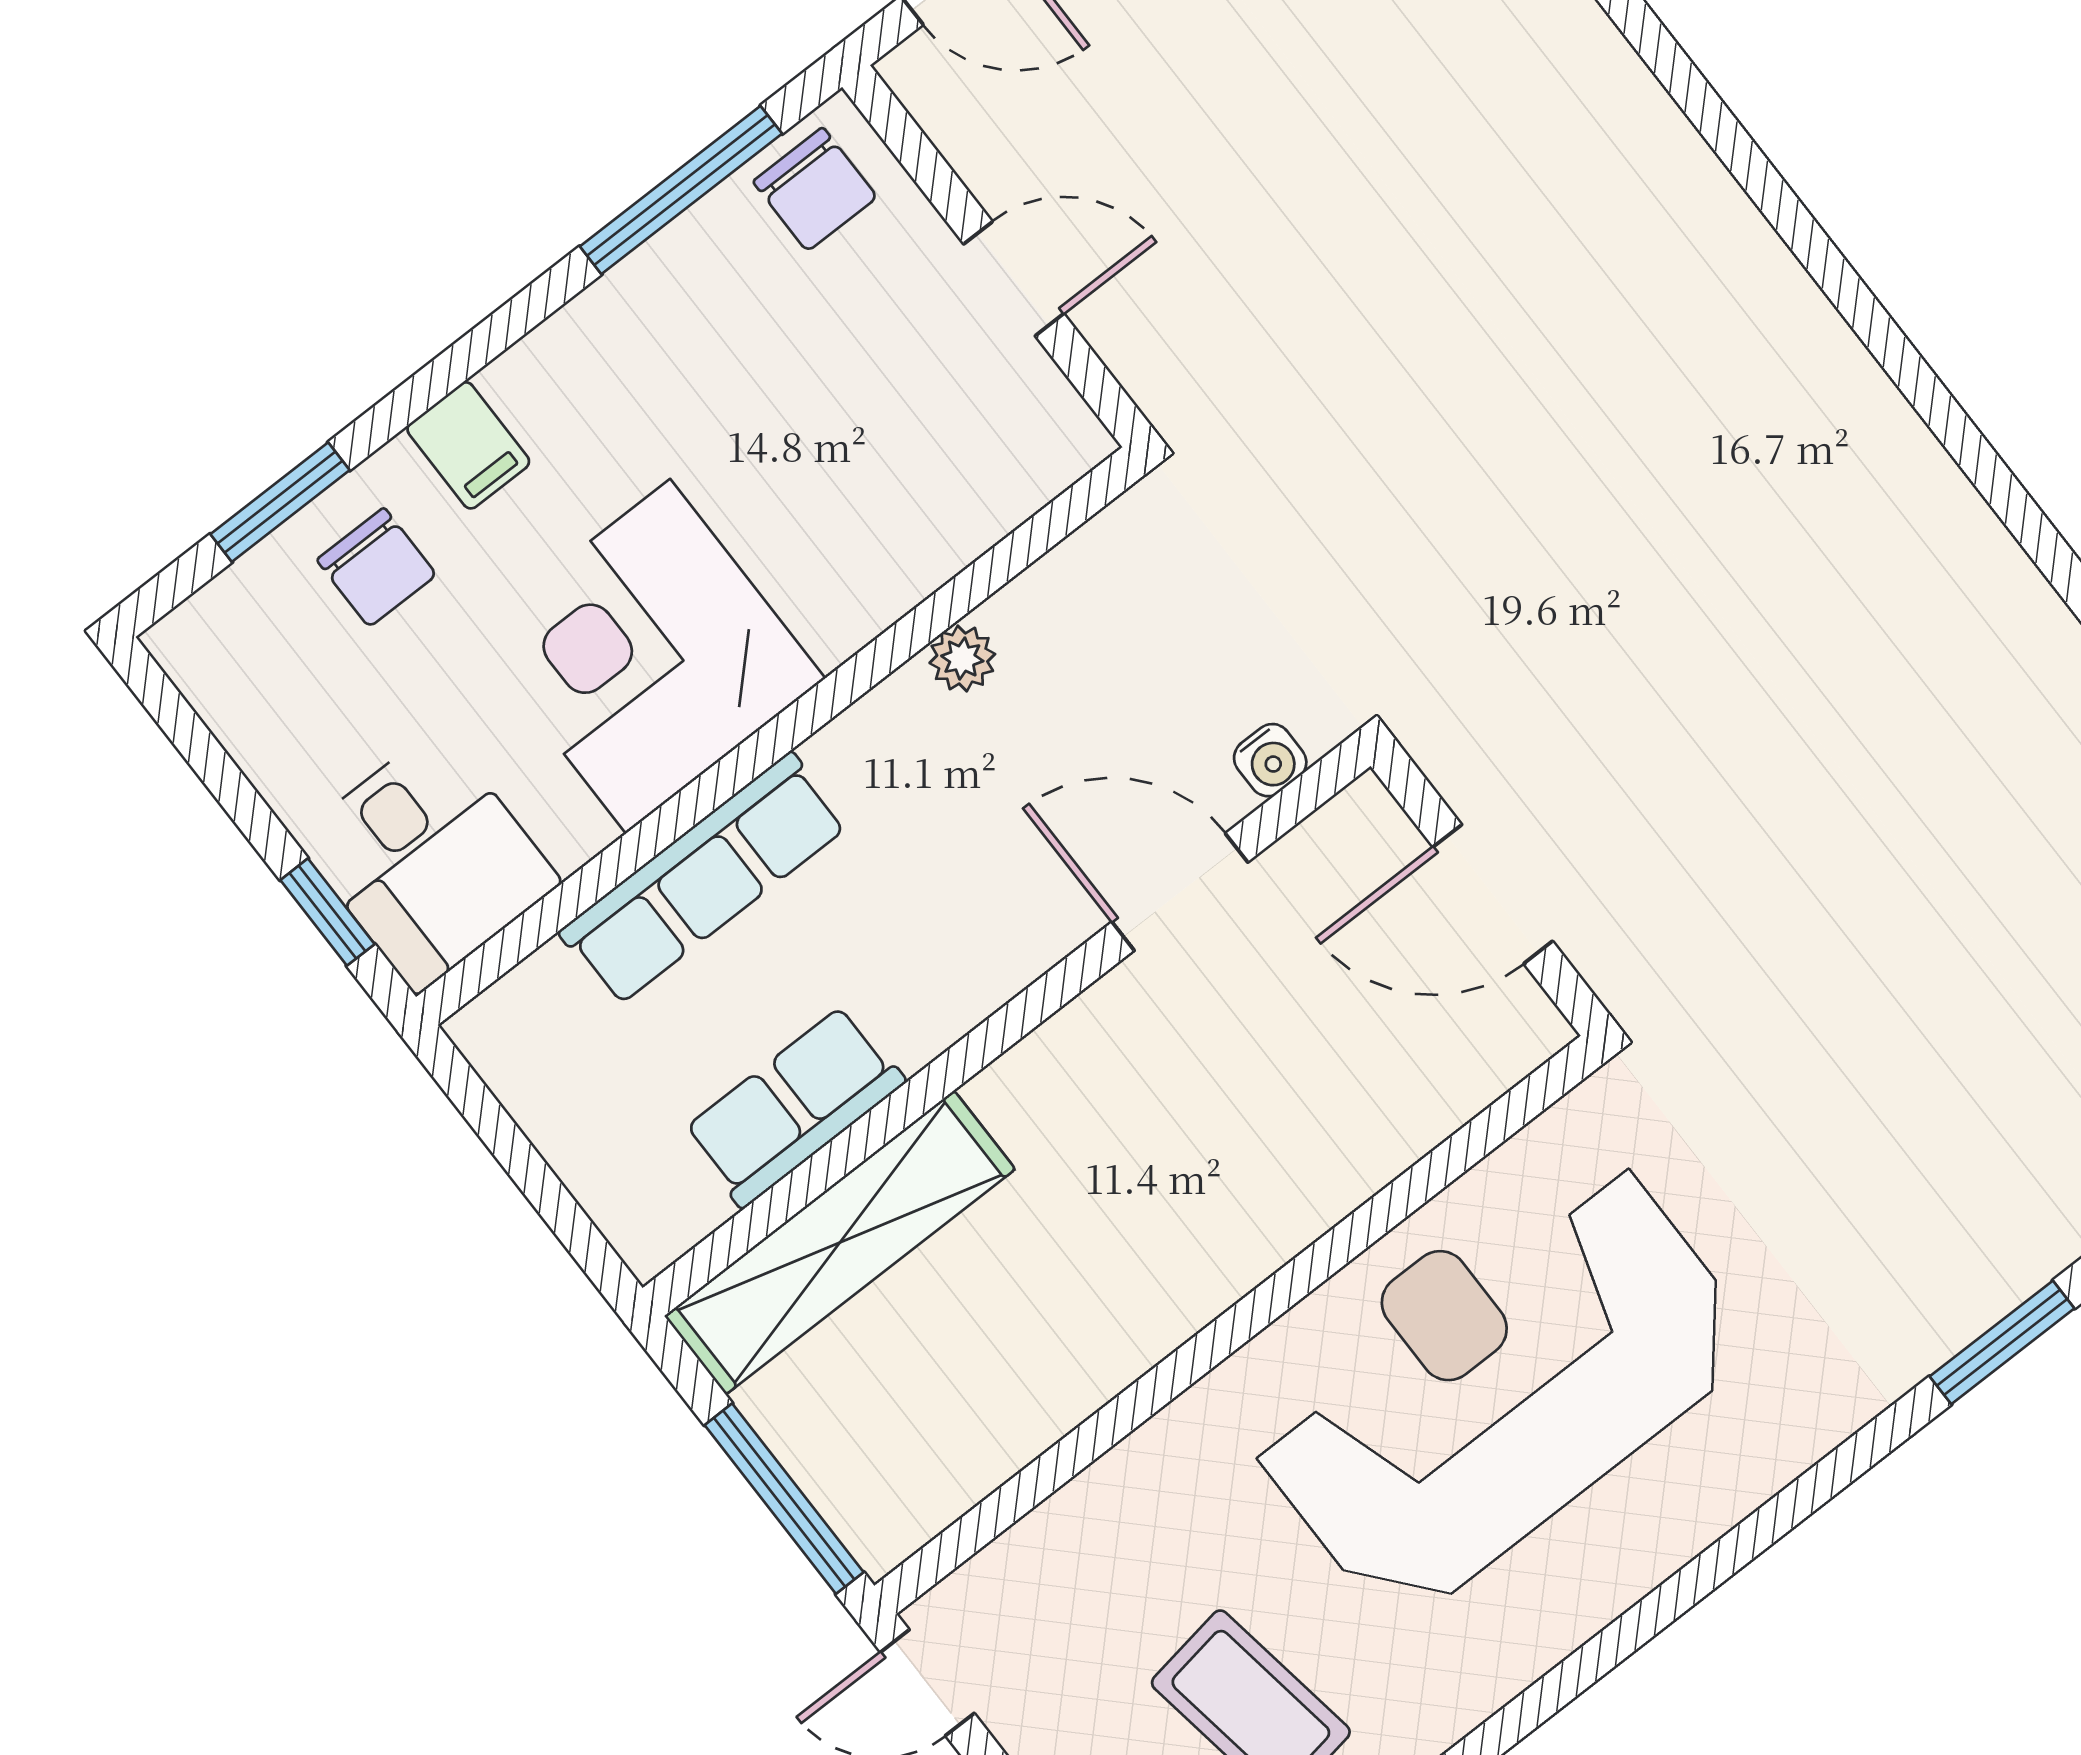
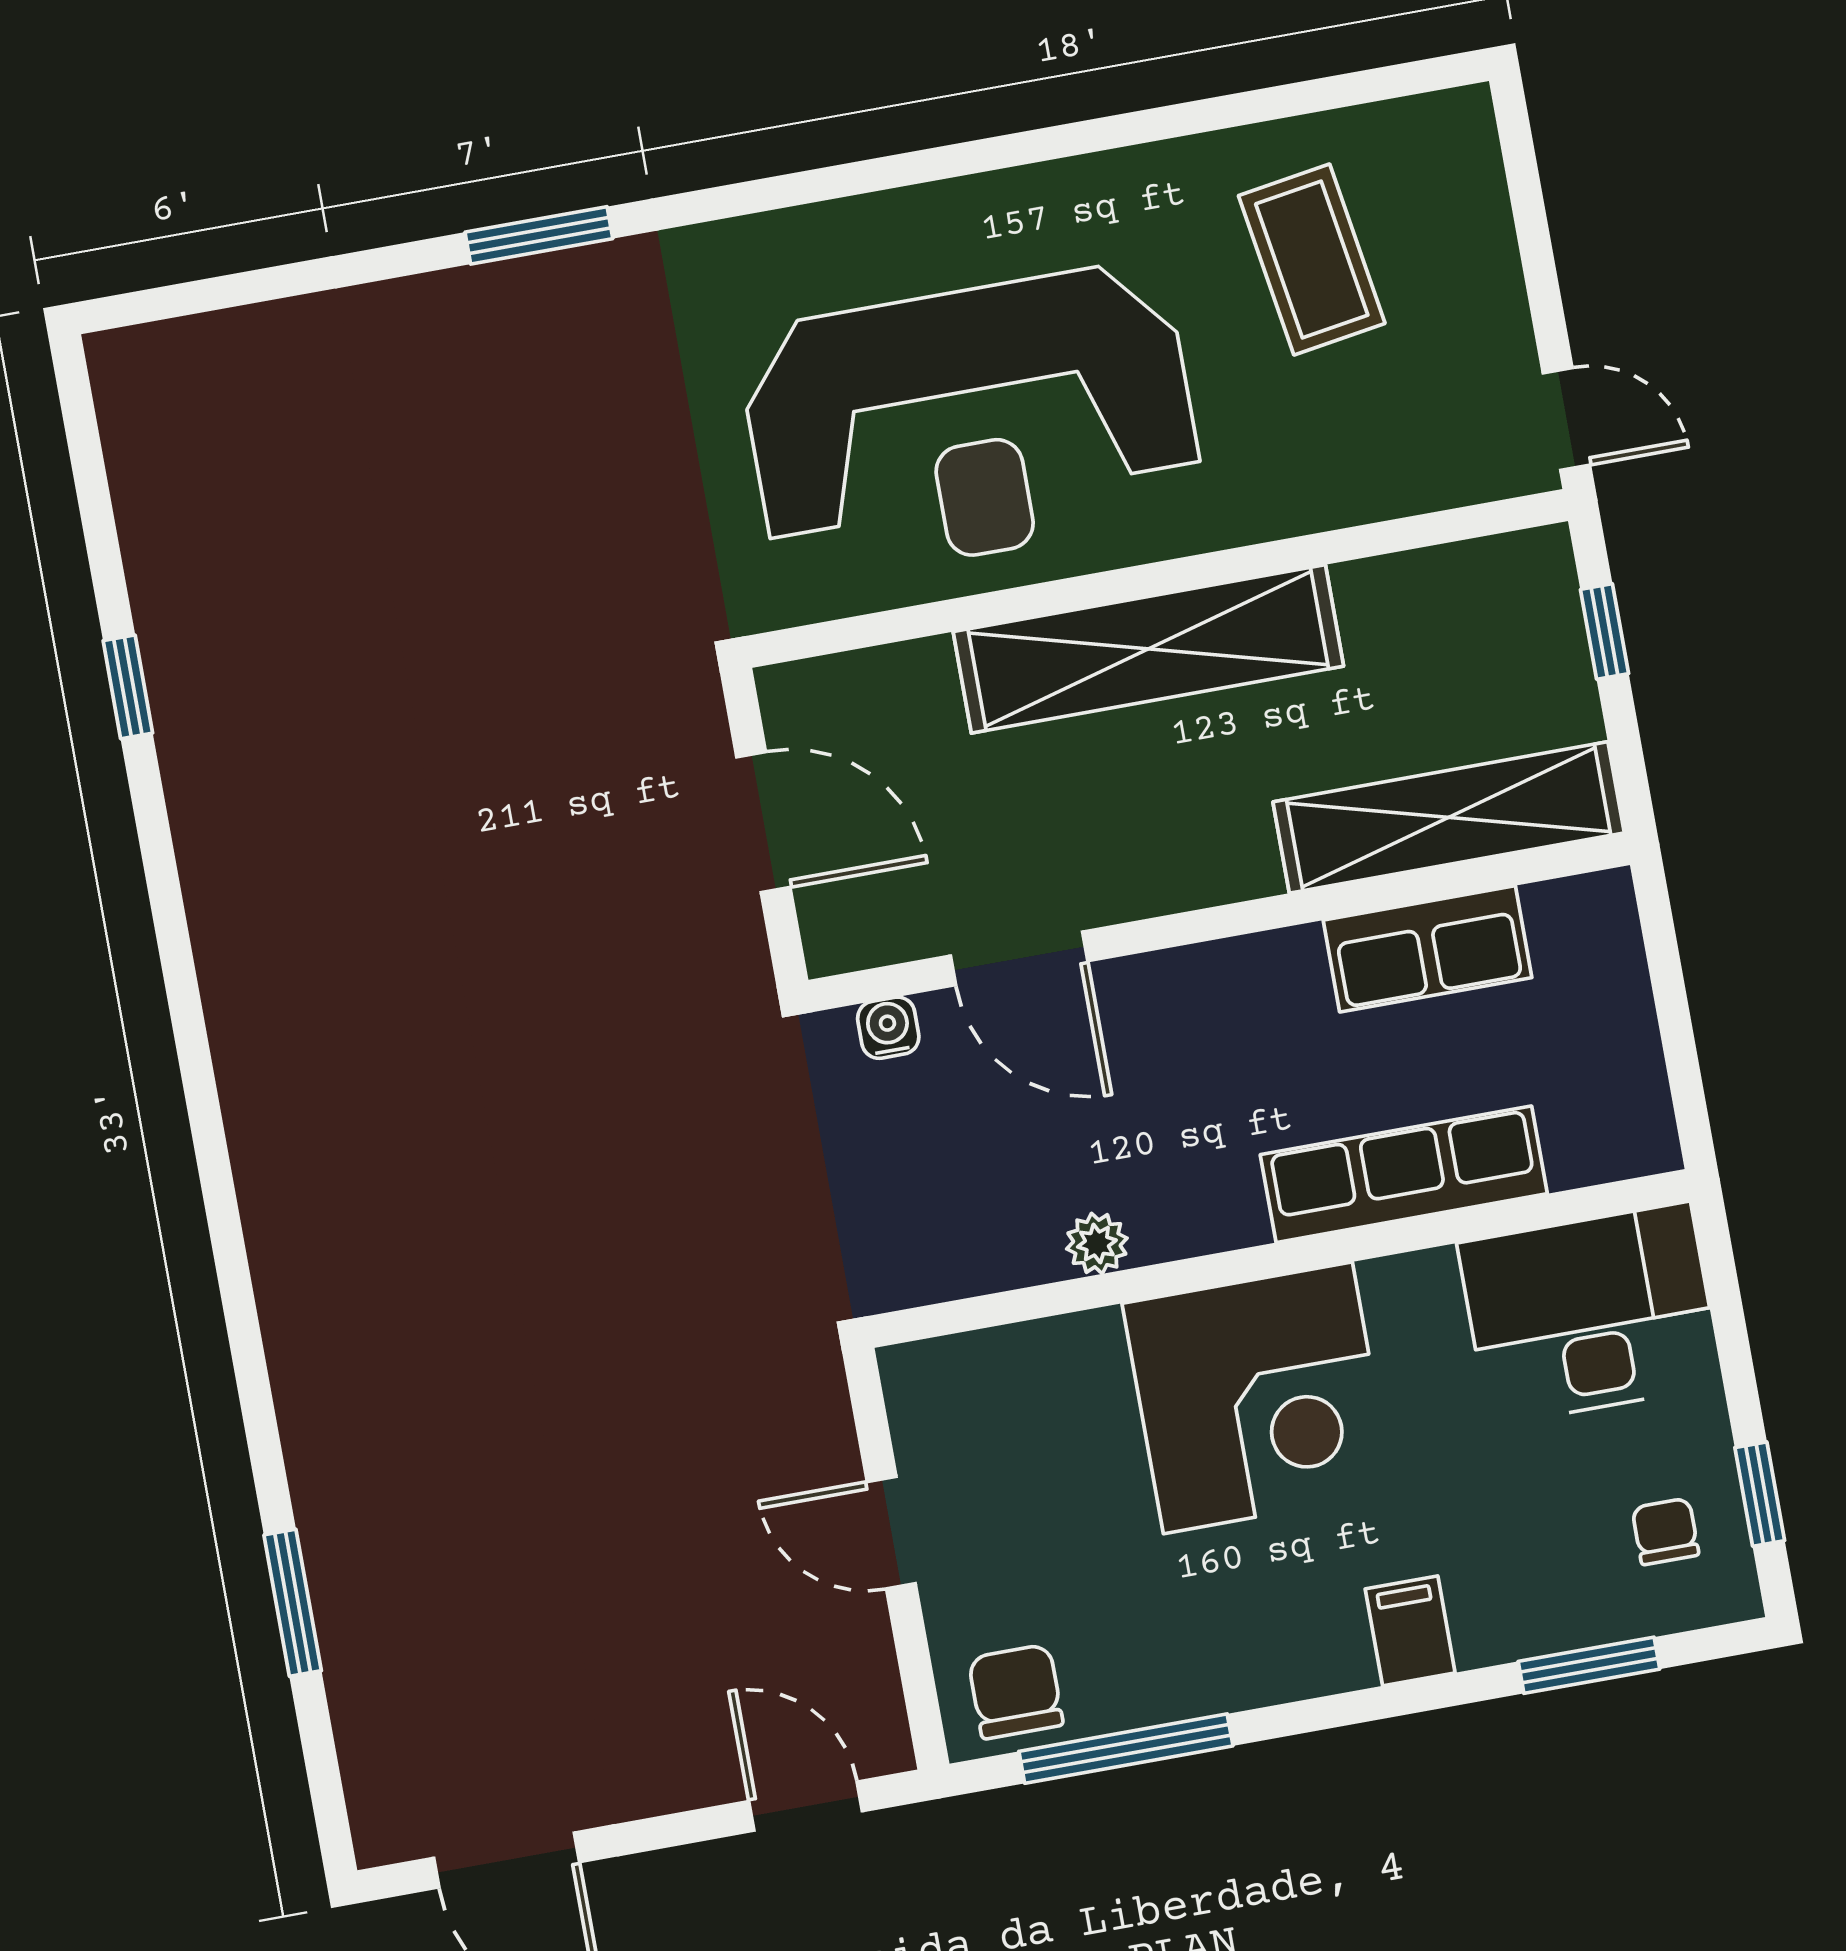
chair: (377, 567) -> (1665, 1531), moved, width x0.73, depth x0.73
corner desk: (648, 656) -> (1258, 1398), moved
desk: (428, 860) -> (1590, 1314), width x1.37
window: (327, 912) -> (1760, 1494), moved
shelving: (1212, 1253) -> (1148, 649), added
window: (784, 1499) -> (1605, 632), width x0.46

